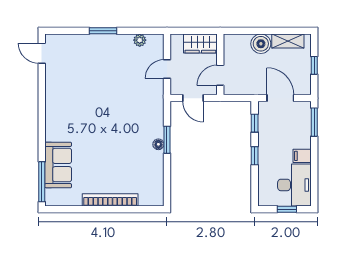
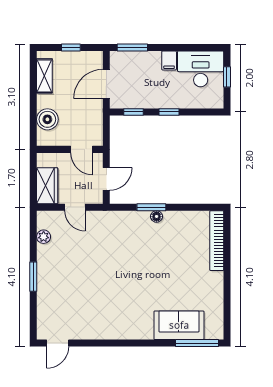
wardrobe: (200, 44) -> (47, 186), moved
boiler: (261, 44) -> (47, 119), moved
bookcase: (110, 200) -> (217, 241), moved

